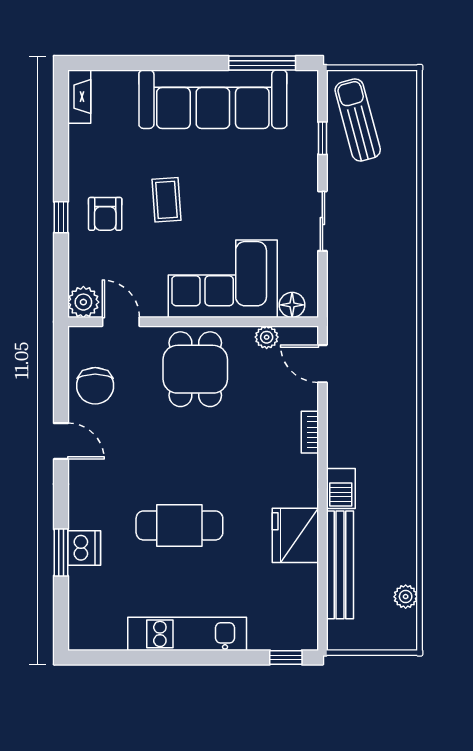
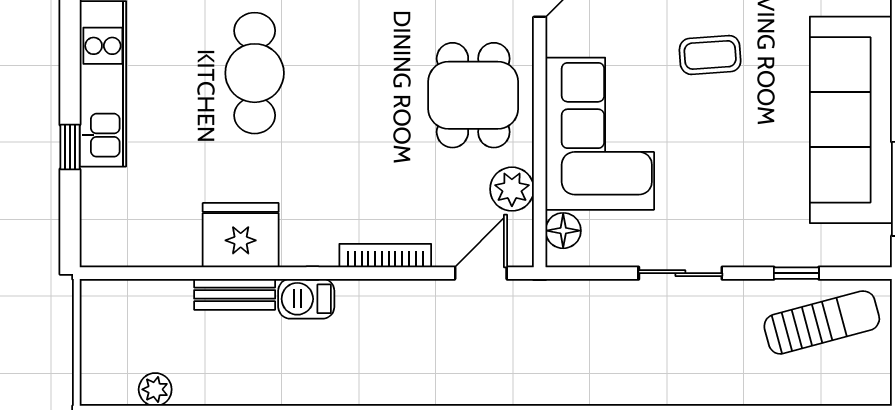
plant: (267, 337) -> (512, 189), width x1.38, depth x1.38
dining table: (195, 369) -> (473, 95), turned 90
bookcase: (310, 432) -> (385, 256), width x1.56
bench: (340, 565) -> (235, 294), width x0.54, depth x0.82
window: (286, 657) -> (70, 147), moved

